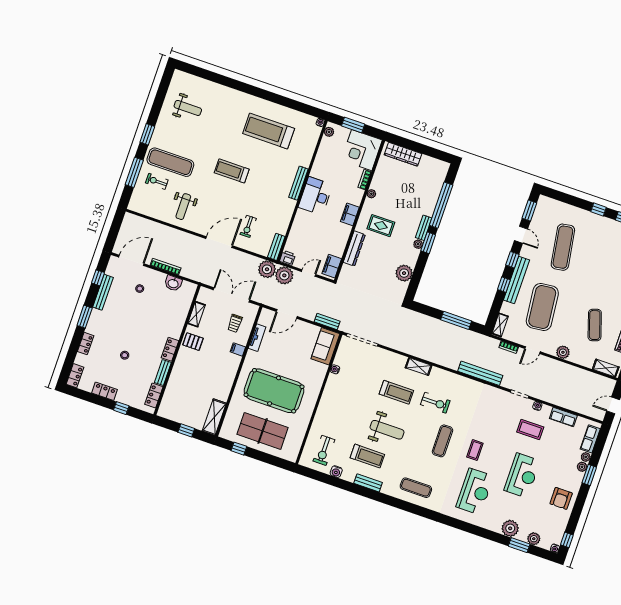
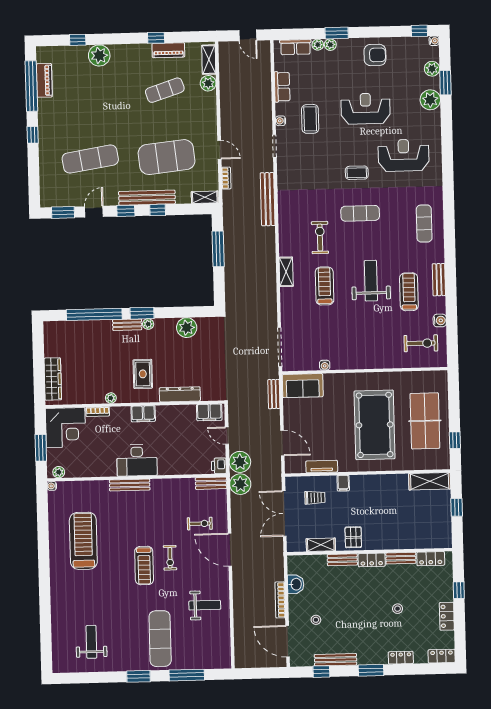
treadmill: (269, 131) -> (83, 541), turned 180
exercise bike: (157, 181) -> (170, 558), moved
bench: (179, 327) -> (342, 560), added
plant: (563, 352) -> (208, 83), moved

